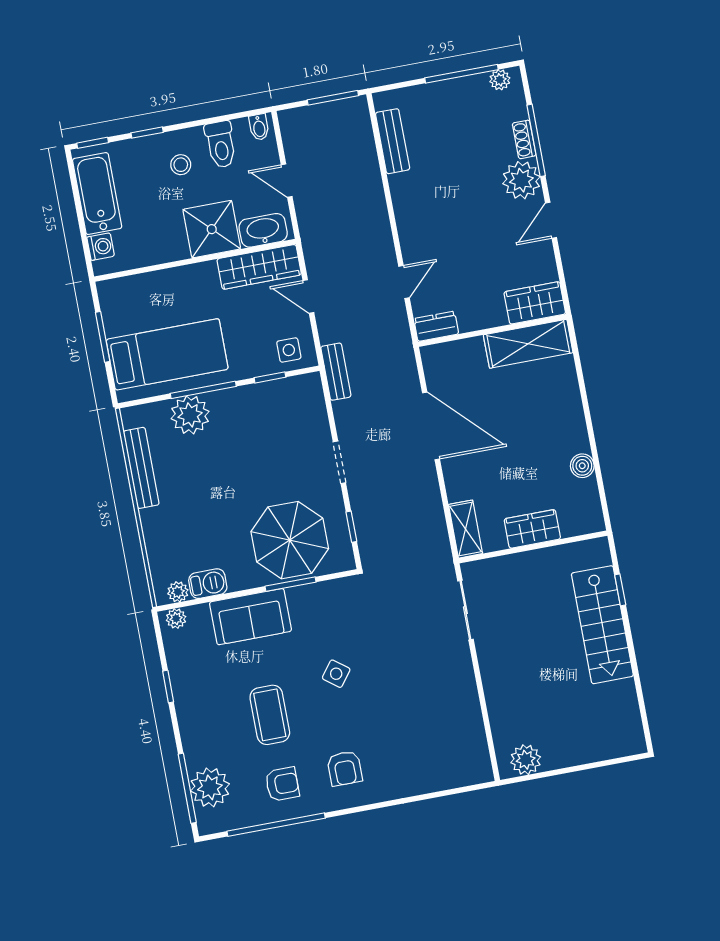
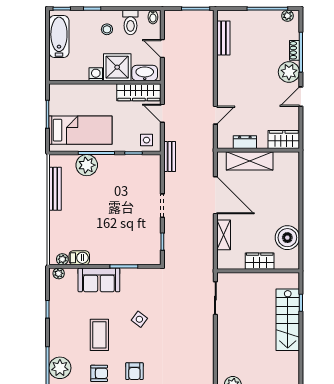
washing machine: (101, 247) -> (96, 74), moved, turned -90
dresser: (436, 326) -> (245, 142), moved
shelving: (528, 344) -> (250, 161), moved
boiler: (582, 466) -> (287, 238), width x1.86, depth x1.86
shelving: (466, 529) -> (224, 235), moved
parasol: (290, 540) -> (128, 243), removed

